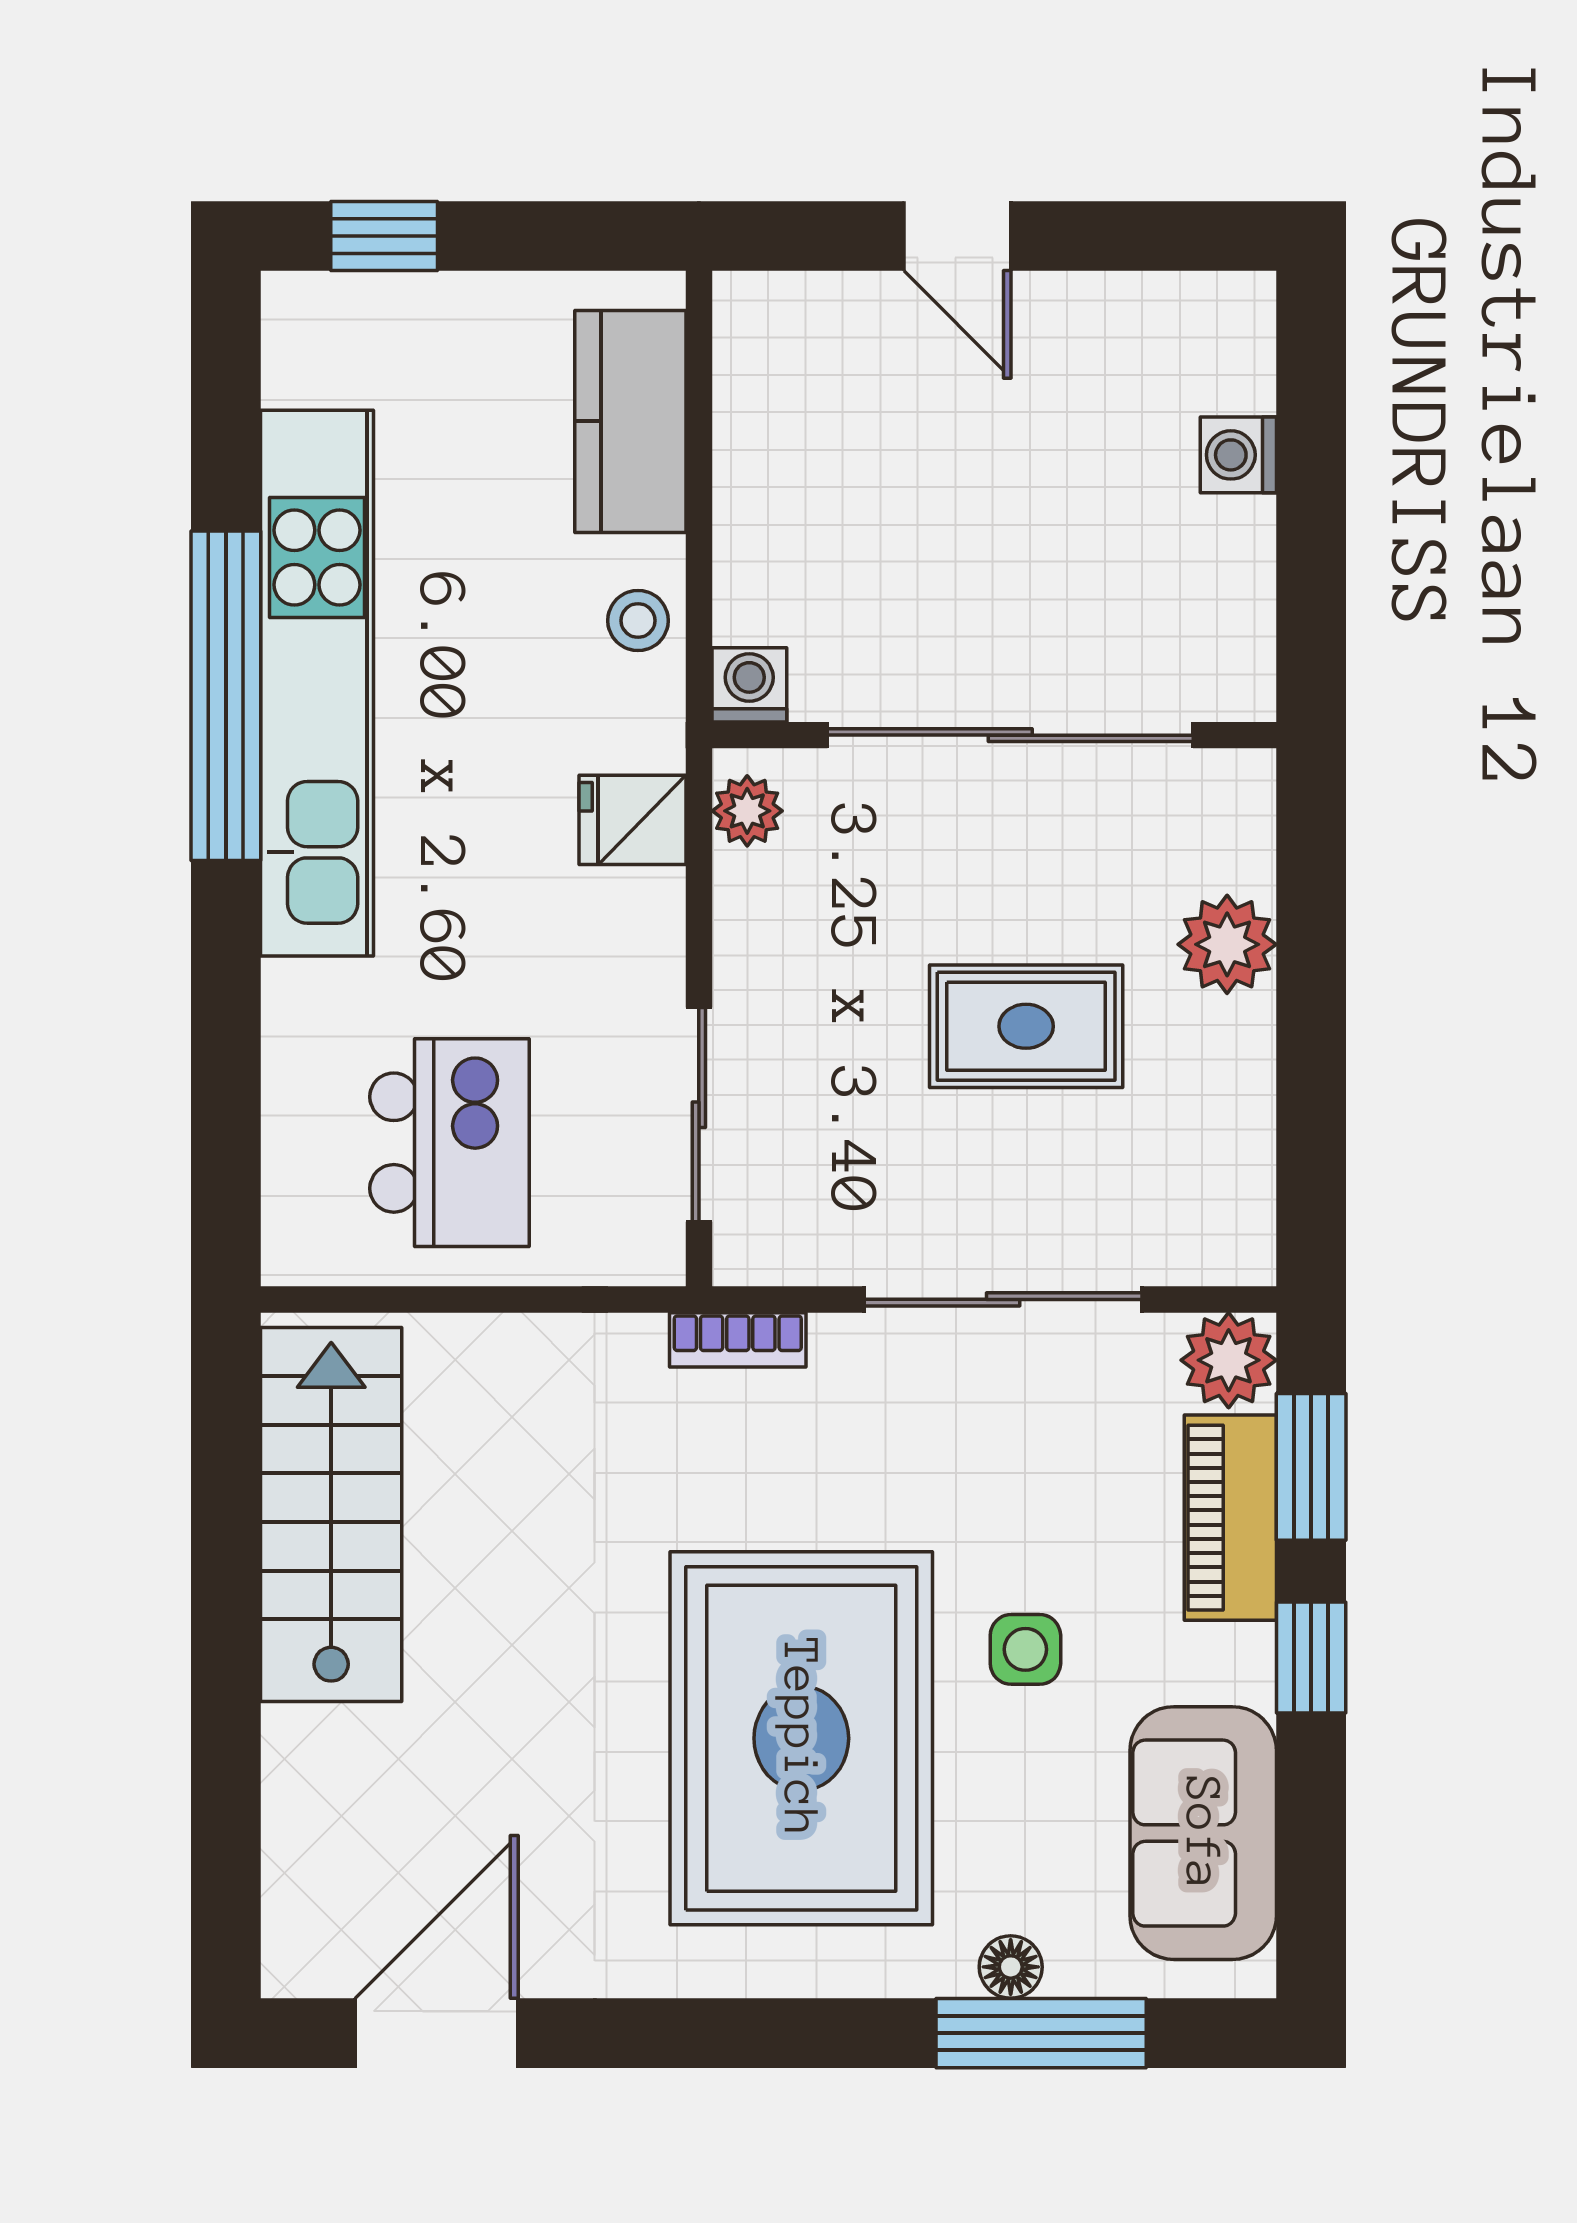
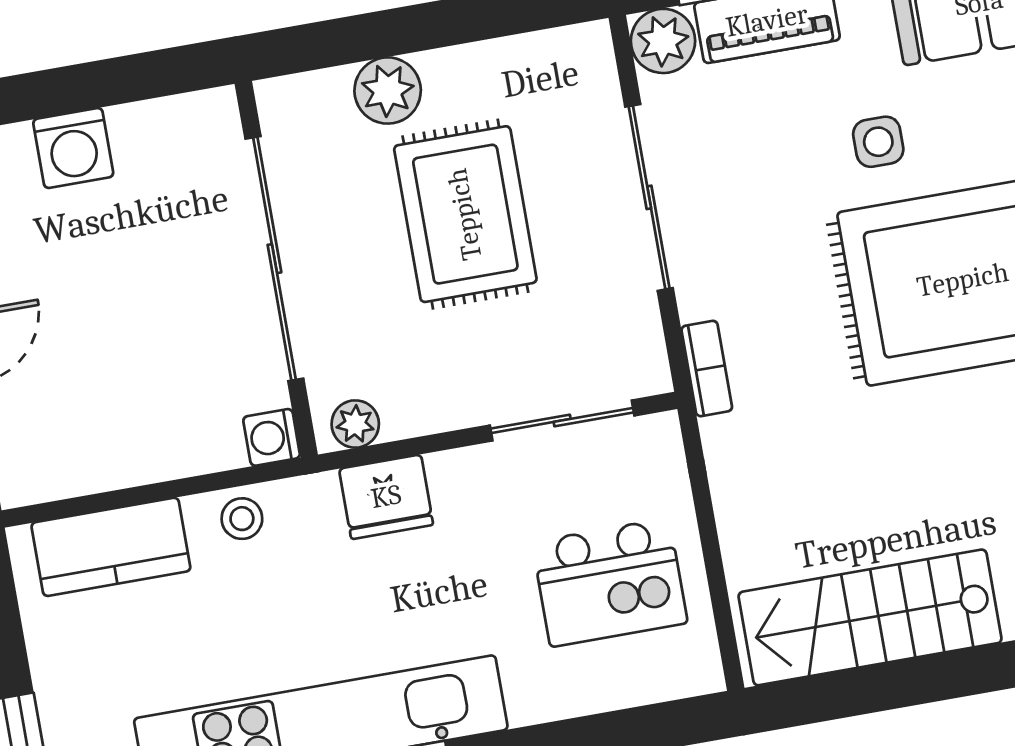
washing machine: (1238, 455) -> (73, 148), width x1.38, depth x1.38
fridge: (633, 820) -> (386, 497), width x1.38
rug: (1026, 1026) -> (465, 214), width x1.36, depth x1.43
kitchen island: (450, 1143) -> (610, 582), turned 180

